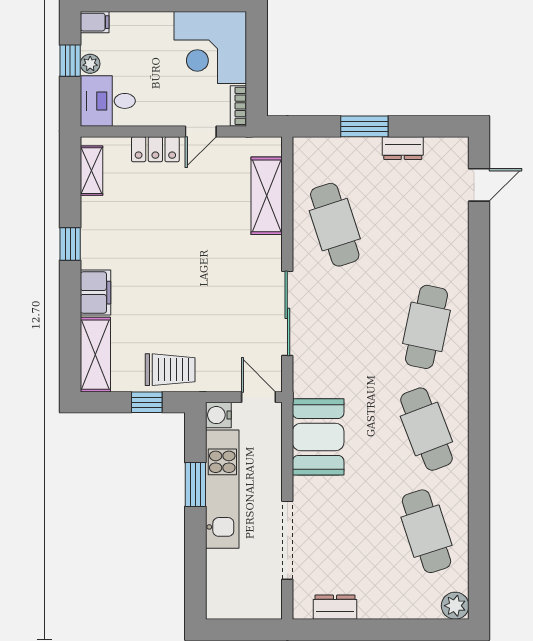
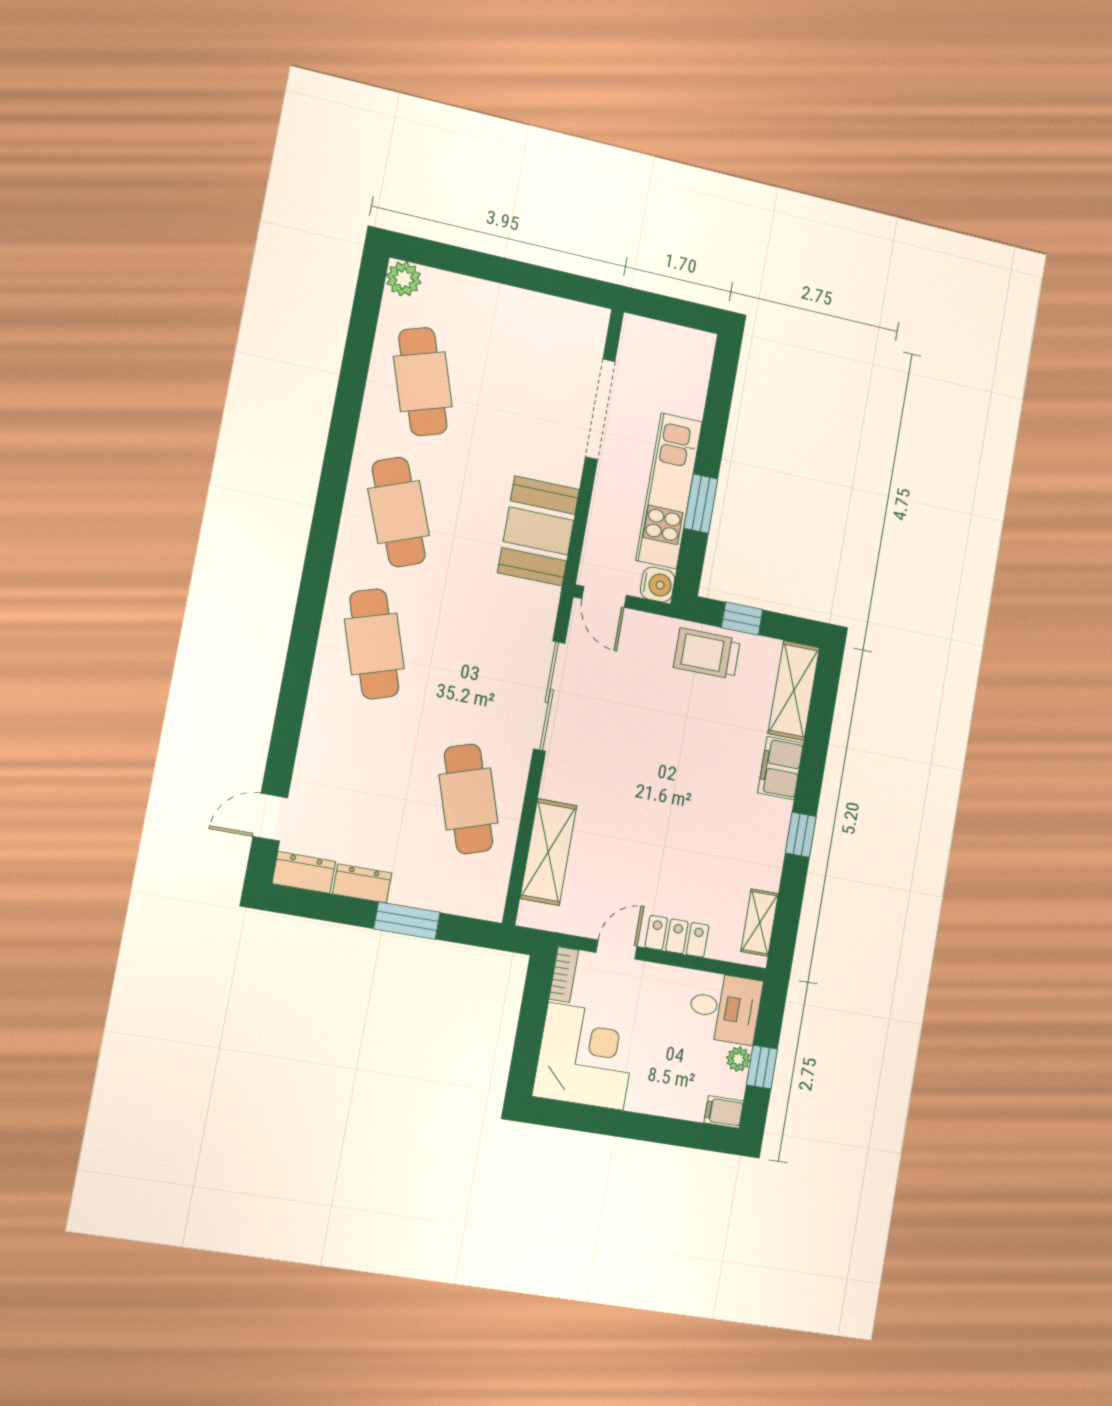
cafe table: (426, 327) -> (374, 644), turned -30
dresser: (335, 607) -> (304, 872), moved, turned 180

